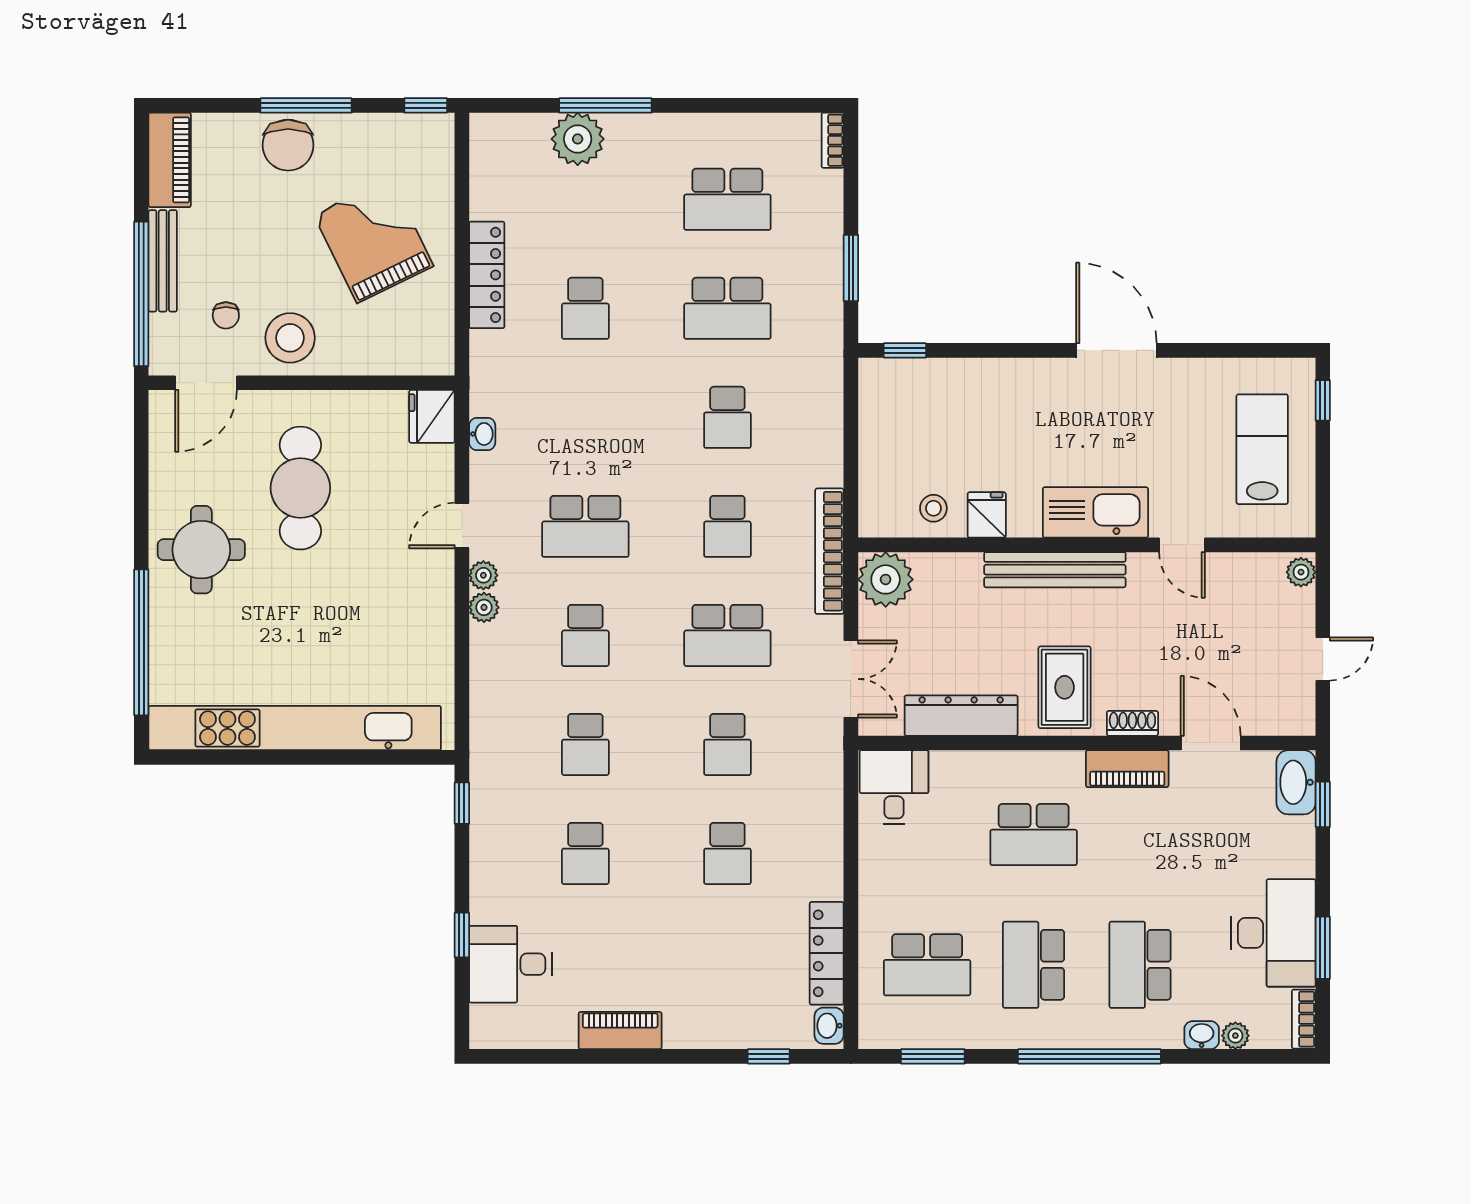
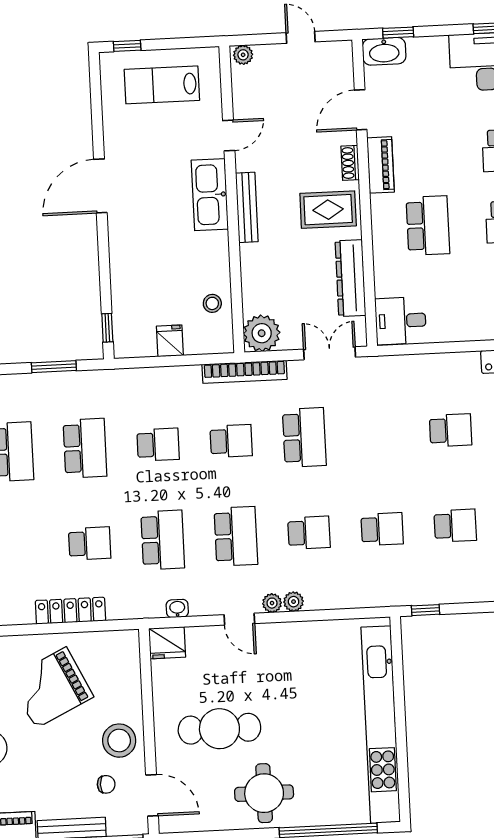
fridge: (987, 515) -> (170, 341), moved, turned 90
bench: (1055, 570) -> (247, 207), width x0.73, depth x0.82
school desk: (727, 744) -> (163, 540), moved, width x1.85

